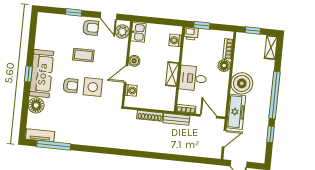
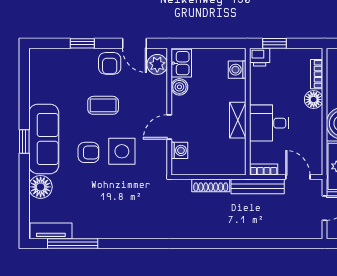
armchair: (91, 28) -> (110, 63), turned 90
boiler: (134, 61) -> (179, 87), moved
bench: (176, 119) -> (258, 186), width x1.36

